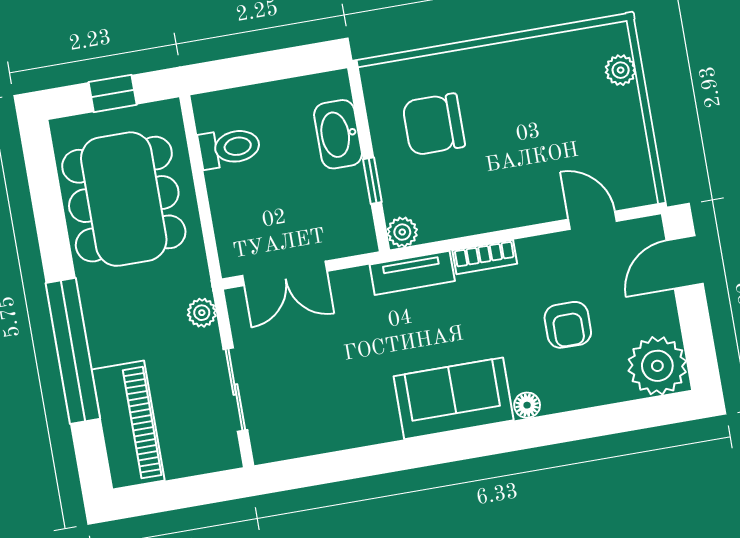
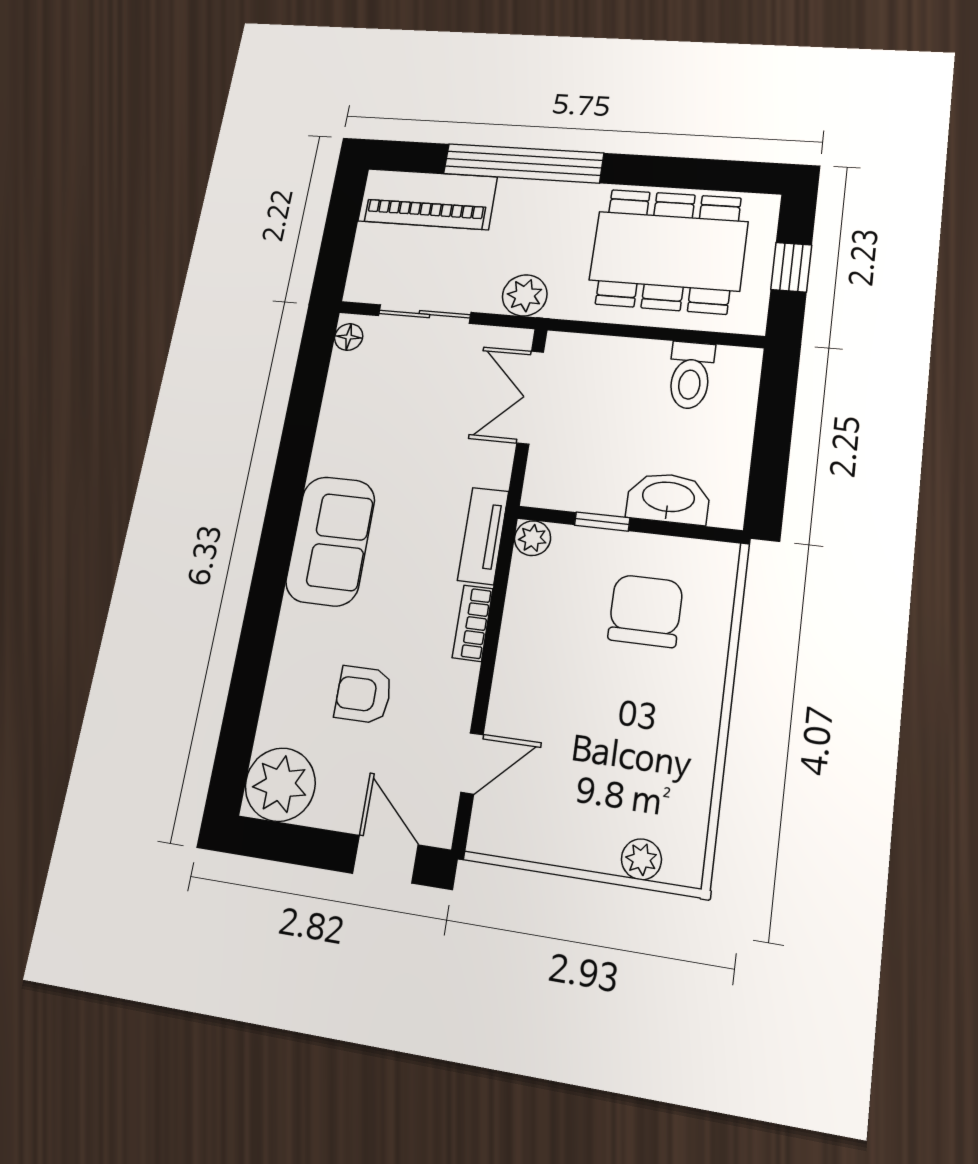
plant: (202, 313) -> (525, 295), width x1.38, depth x1.38
floor lamp: (527, 405) -> (349, 337), moved

